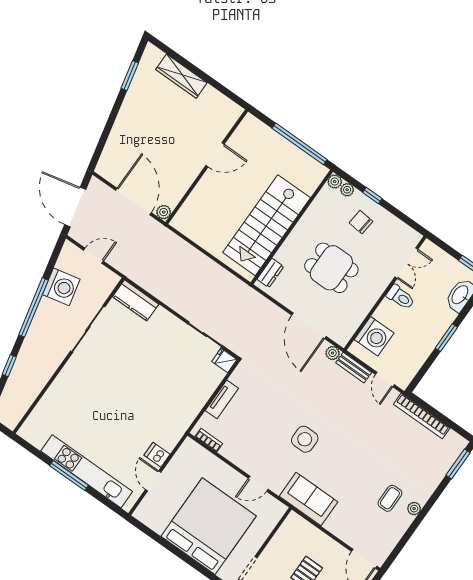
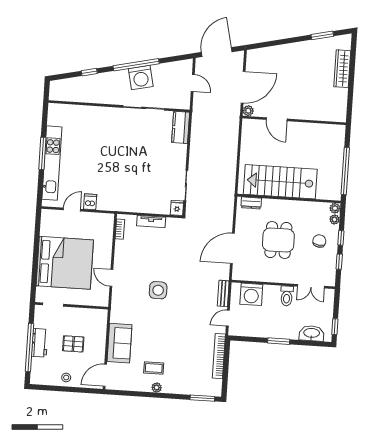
door: (215, 155) -> (277, 119), moved
window: (398, 214) -> (339, 262), added
washing machine: (61, 287) -> (141, 78), moved
plant: (333, 353) -> (224, 274), removed
sofa: (309, 499) -> (119, 343), moved

